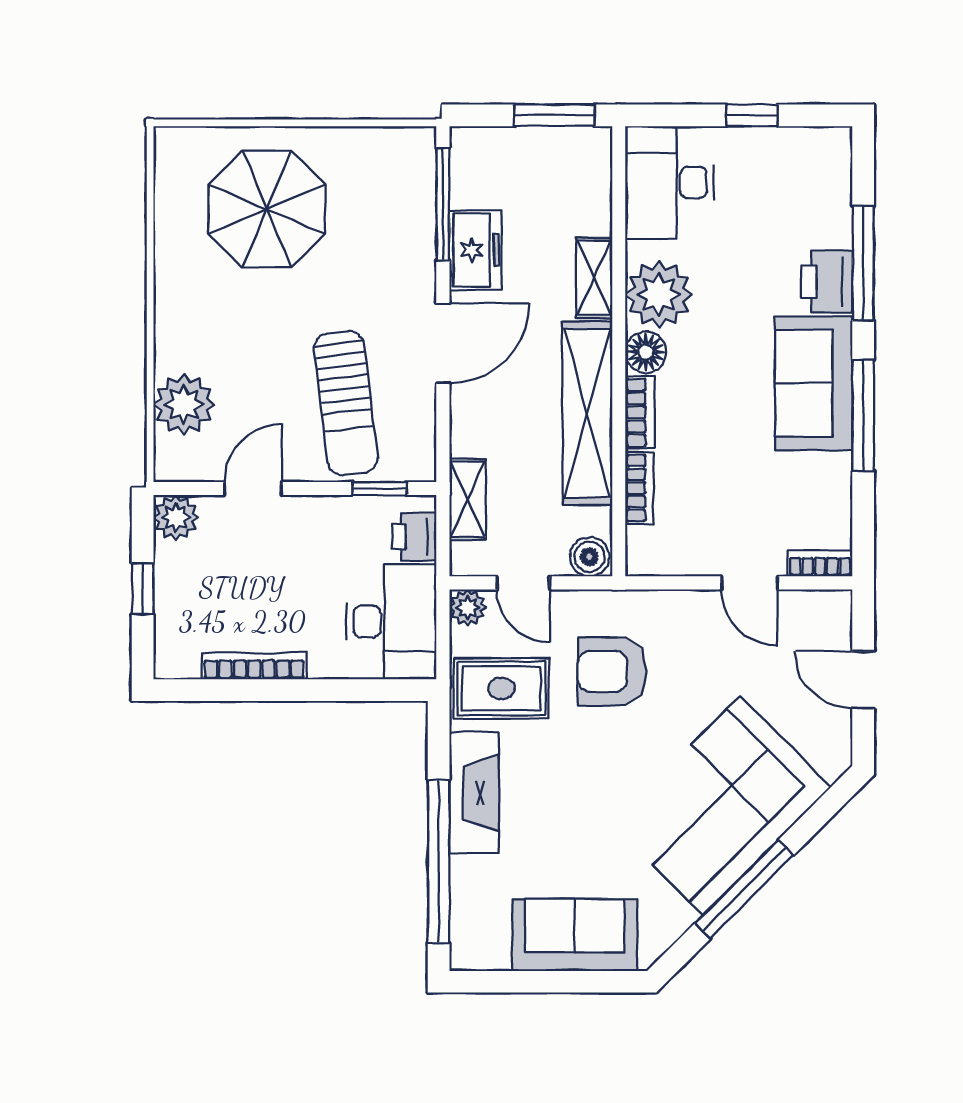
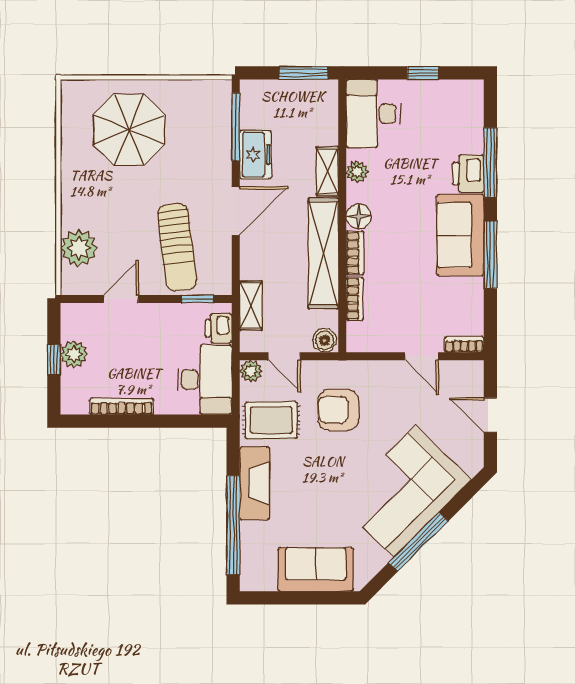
plant: (659, 294) -> (357, 172), width x0.53, depth x0.53
plant: (176, 517) -> (74, 354), moved

